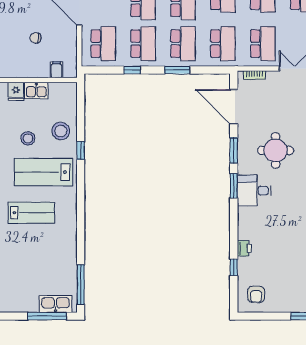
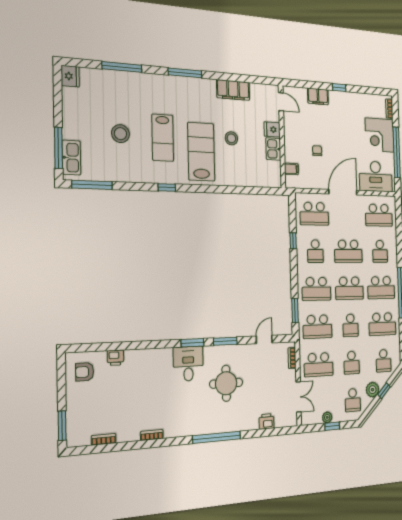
school desk: (143, 44) -> (315, 251), width x0.54
window: (177, 70) -> (295, 311), moved
door: (234, 107) -> (264, 339), width x0.53
stool: (61, 131) -> (120, 134), moved
window: (81, 151) -> (167, 187), moved
printer: (244, 248) -> (115, 358), moved
window: (234, 267) -> (112, 346), removed

